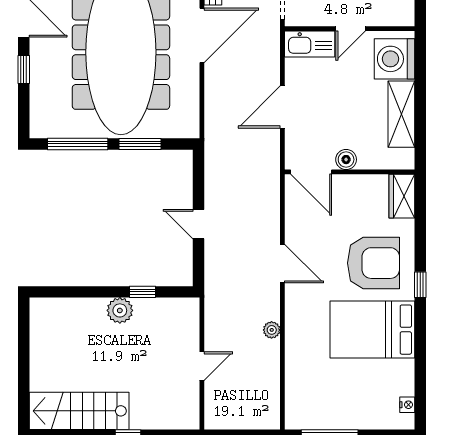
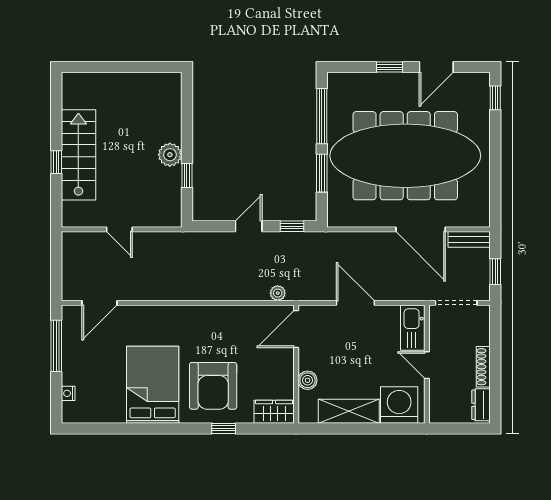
boiler: (346, 160) -> (307, 380), moved
window: (198, 176) -> (292, 226), added
door: (282, 264) -> (99, 303), moved
window: (420, 285) -> (224, 428), moved
plant: (272, 330) -> (278, 293), moved
nightstand: (407, 405) -> (68, 393), moved, turned 90
stairs: (79, 411) -> (78, 155), moved

